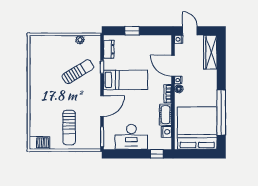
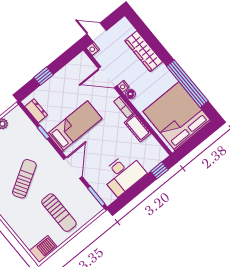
wardrobe: (210, 52) -> (144, 51), moved
sun lounger: (78, 72) -> (24, 179), moved
nightstand: (166, 132) -> (151, 143), removed

